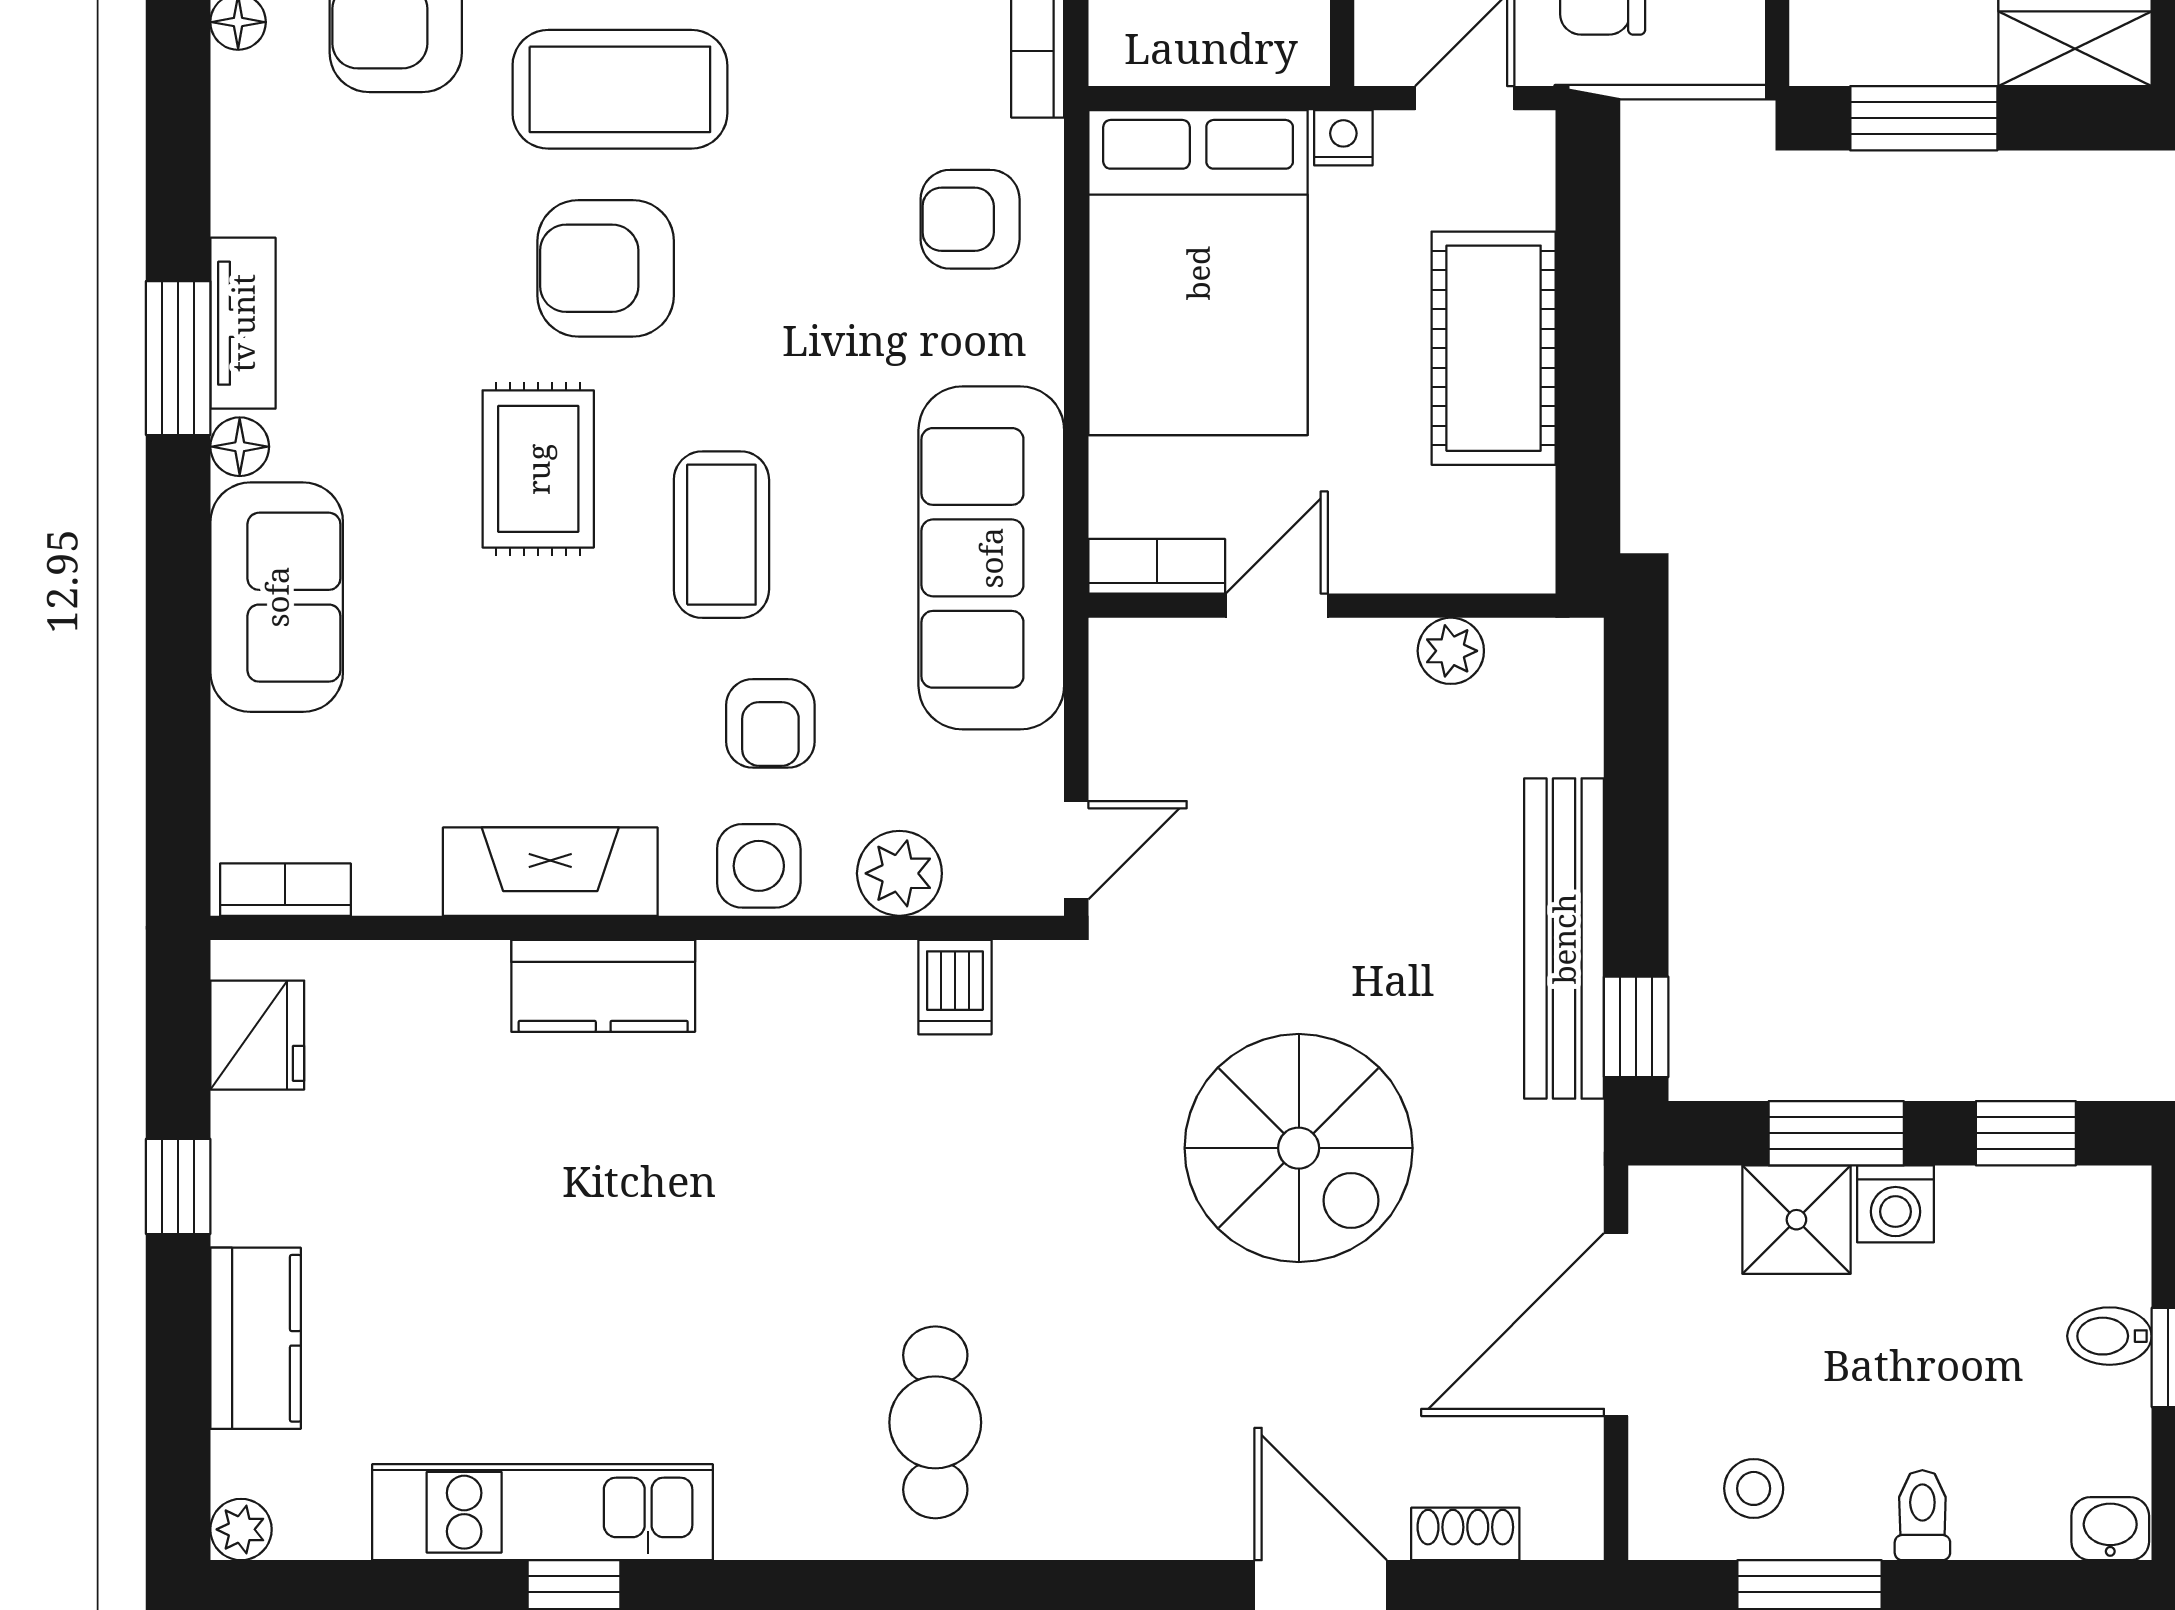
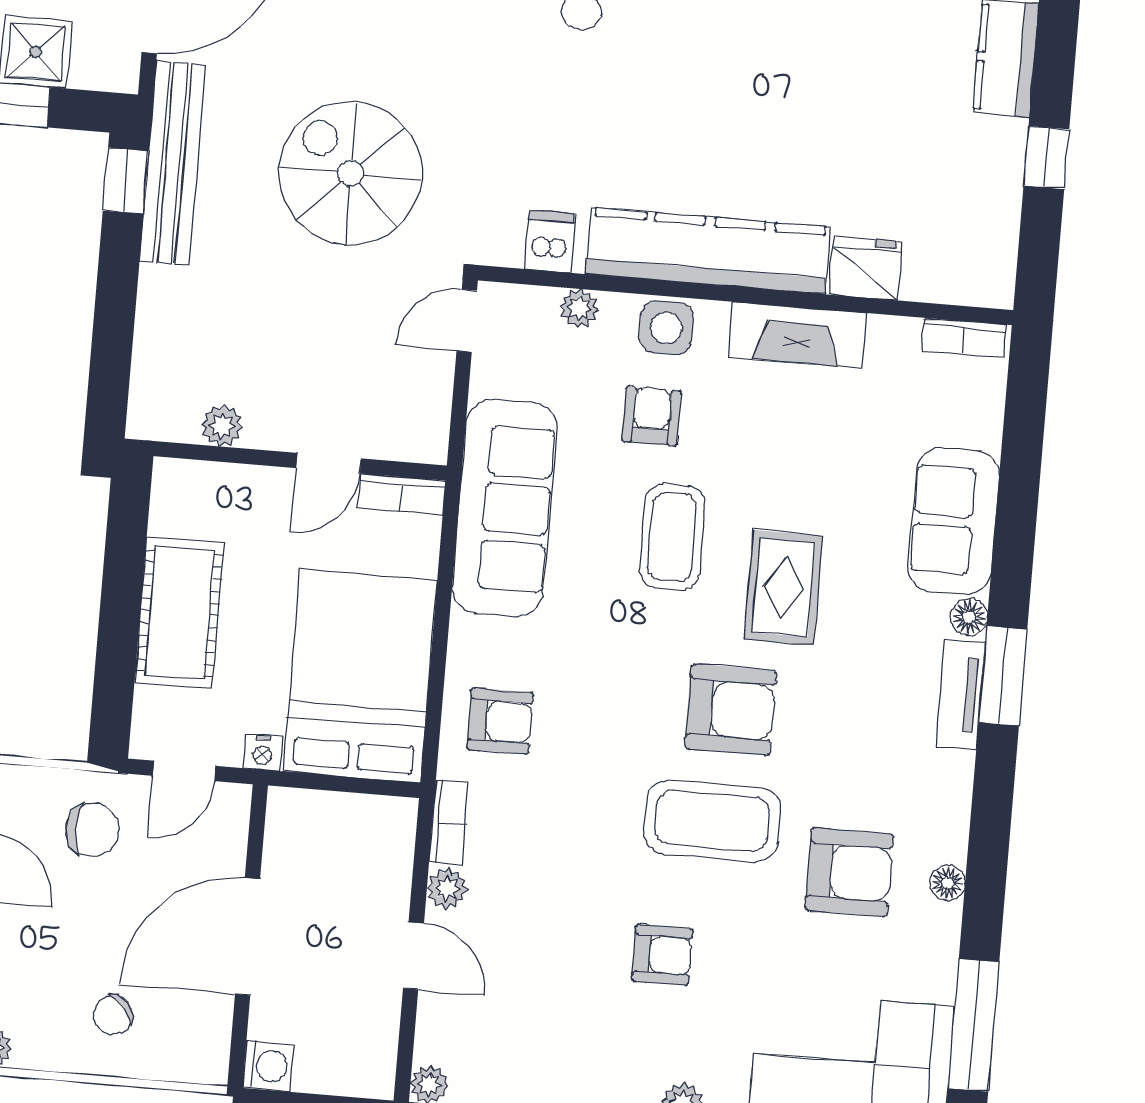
plant: (899, 873) -> (579, 308), width x0.73, depth x0.73
bench: (1564, 939) -> (173, 163), moved
kitchen counter: (603, 986) -> (708, 251), width x2.08, depth x1.17
fridge: (257, 1035) -> (866, 268), moved, turned 90
spiral stairs: (1299, 1148) -> (350, 173), moved

